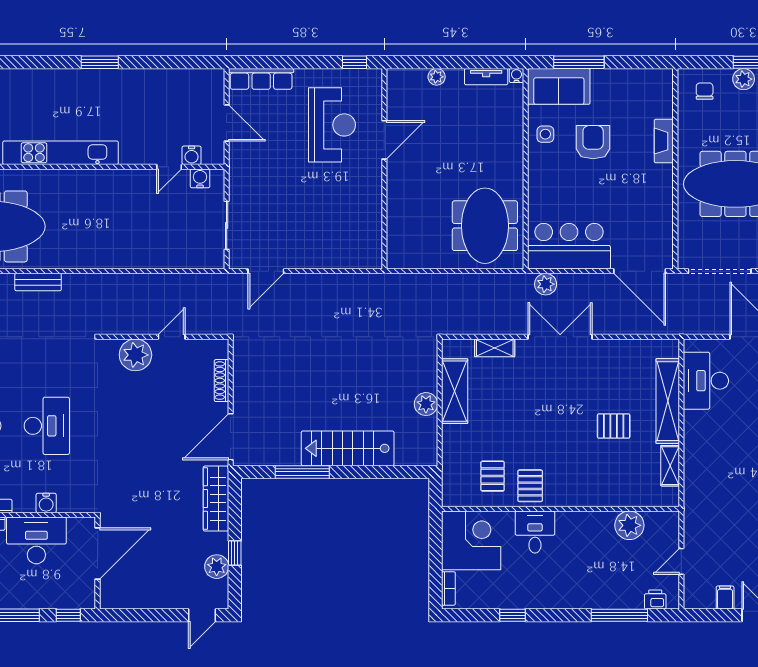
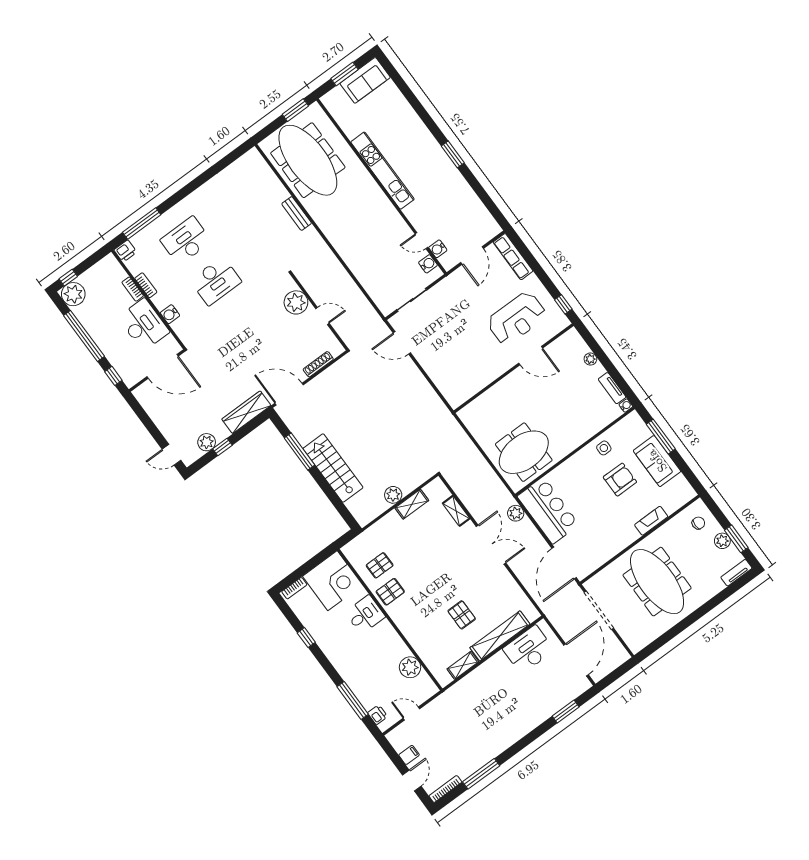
sofa: (559, 86) -> (657, 461), moved
shelving: (455, 391) -> (412, 504), width x0.67, depth x0.75

